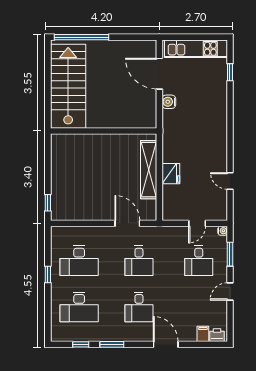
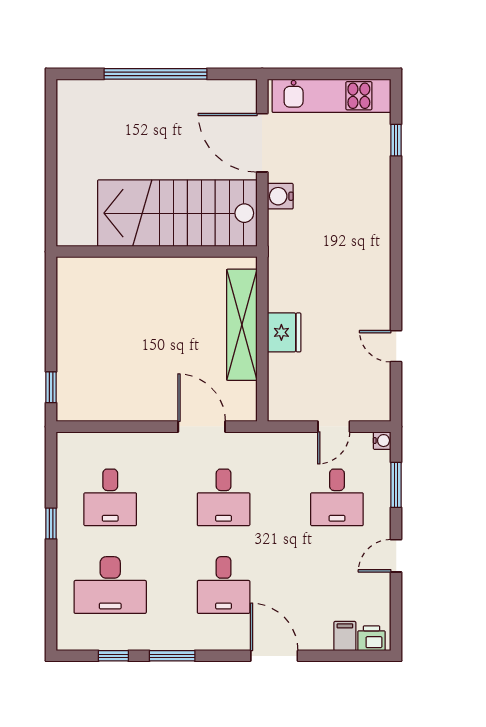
window: (82, 37) -> (155, 74), moved
stairs: (68, 86) -> (177, 213), moved, turned -90
desk: (79, 261) -> (110, 497), width x0.73

